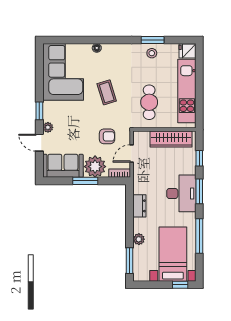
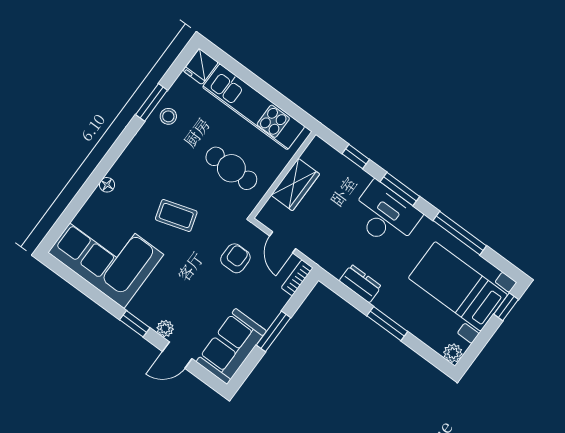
wardrobe: (171, 139) -> (295, 185), width x0.67
plant: (95, 167) -> (264, 304), removed
plant: (139, 239) -> (453, 353), moved
window: (130, 261) -> (387, 324), moved

